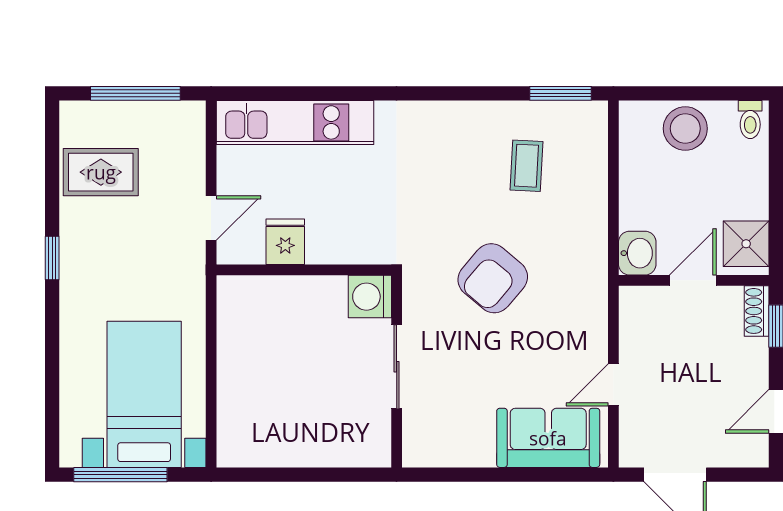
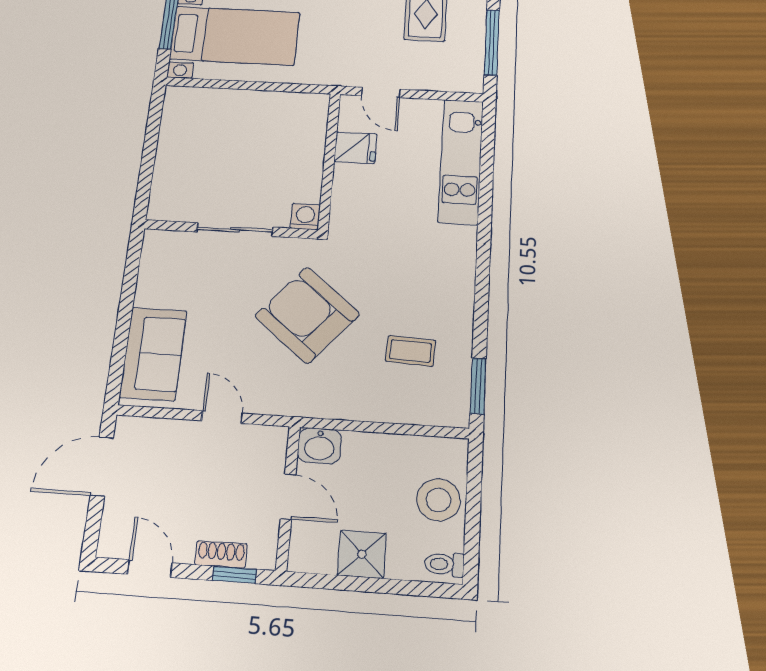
shower: (746, 244) -> (362, 554), moved
armchair: (493, 278) -> (307, 315), width x1.36, depth x1.36
washing machine: (370, 297) -> (305, 217), width x0.73, depth x0.73
shoe rack: (757, 311) -> (221, 554), moved
door: (613, 385) -> (222, 417), moved

